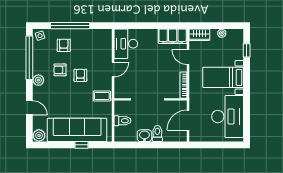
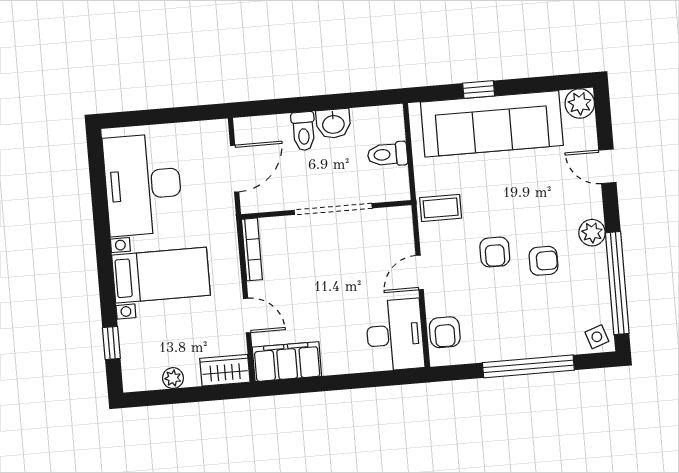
armchair: (64, 45) -> (445, 332), moved

